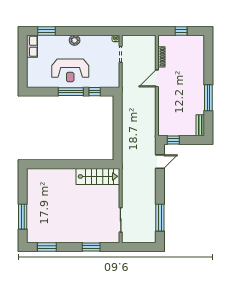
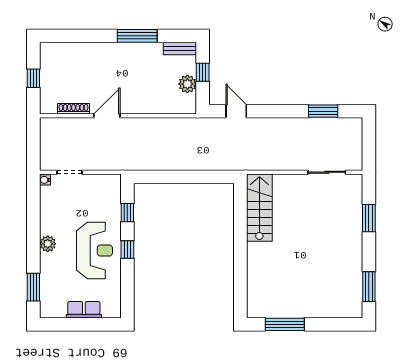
row of seats: (32, 46) -> (84, 310), moved
door: (157, 78) -> (107, 116), swing flipped
window: (71, 92) -> (127, 250), width x0.46
plant: (177, 130) -> (187, 84), added
window: (173, 140) -> (203, 72), moved
window: (23, 217) -> (285, 324), moved
window: (160, 218) -> (323, 111), width x0.69

